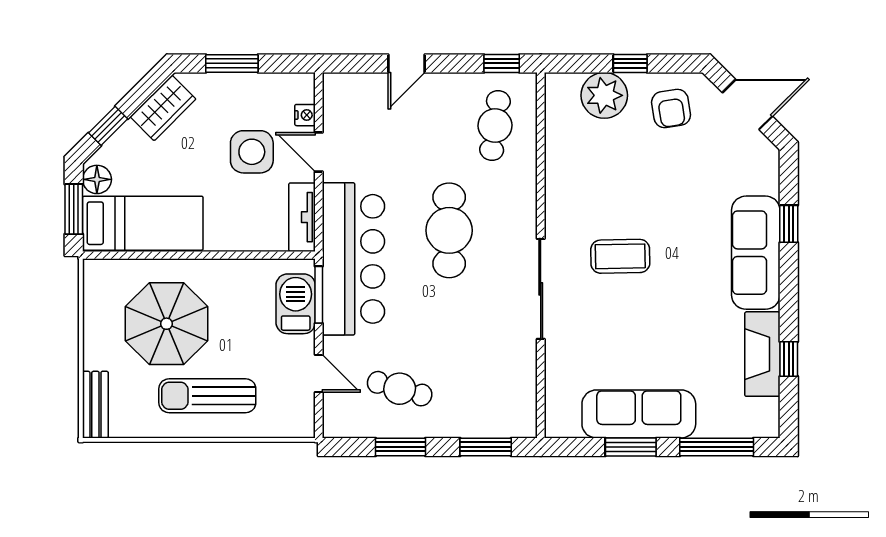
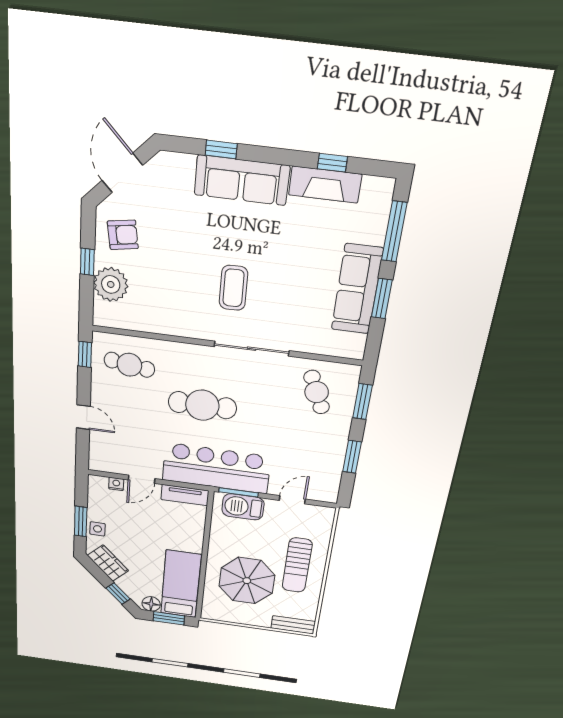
side table: (252, 152) -> (97, 529), moved, width x0.54, depth x0.54
cafe table: (400, 389) -> (317, 392), moved, turned -40

